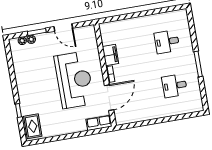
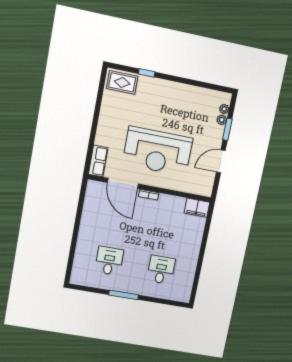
filing cabinet: (110, 55) -> (197, 208), moved

